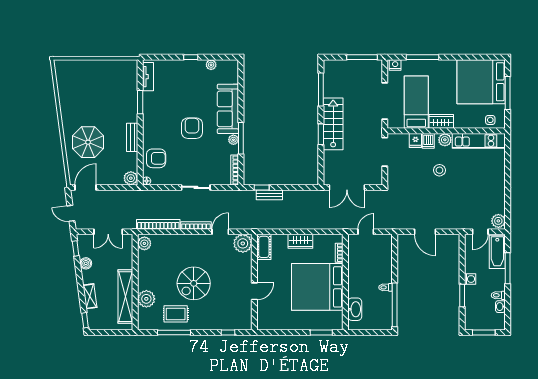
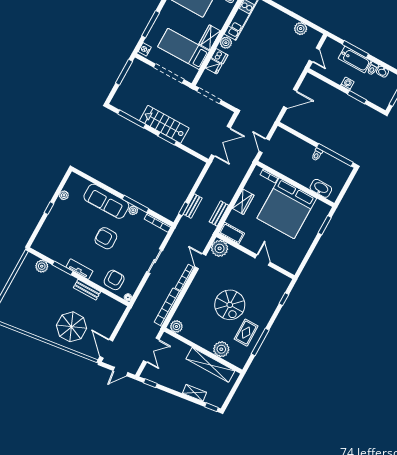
tv unit: (148, 77) -> (79, 269), moved
stool: (439, 170) -> (248, 60), removed
plant: (131, 178) -> (42, 266), moved
plant: (498, 221) -> (301, 29), moved
bench: (276, 224) -> (219, 214), added
bathtub: (497, 252) -> (355, 60), moved
boiler: (86, 263) -> (167, 382), removed

